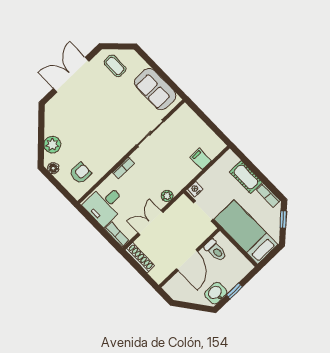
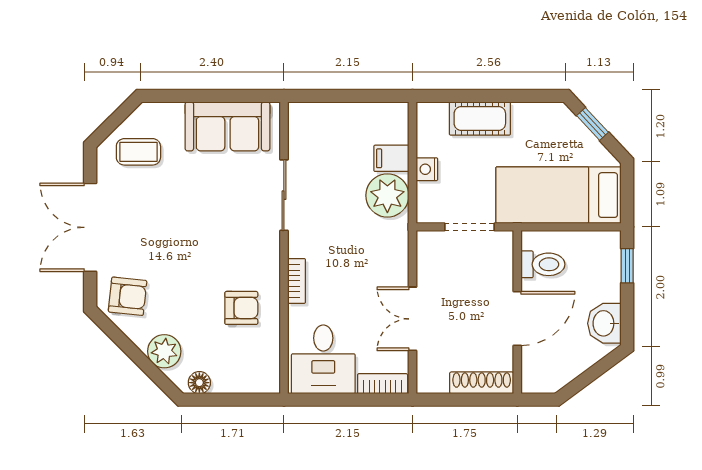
armchair: (59, 112) -> (128, 296), added
armchair: (80, 173) -> (241, 308), moved, turned 90
nightstand: (195, 189) -> (427, 169), moved
bookcase: (268, 195) -> (537, 112), removed
plant: (167, 196) -> (387, 195), moved, width x1.87, depth x1.87
shoe rack: (140, 258) -> (482, 383), moved
door: (187, 260) -> (517, 319), hinge flipped
window: (234, 291) -> (627, 266), moved

